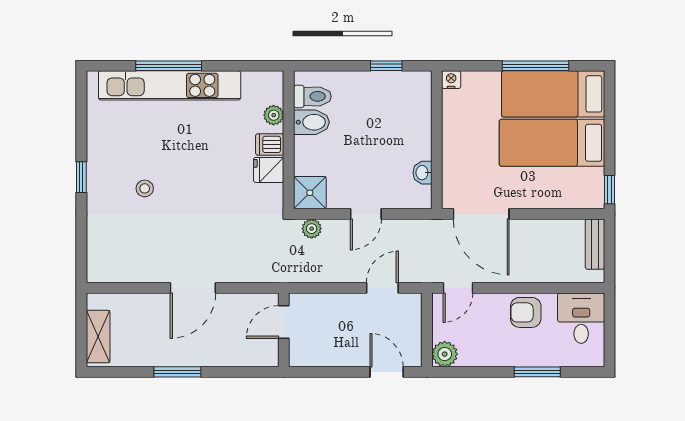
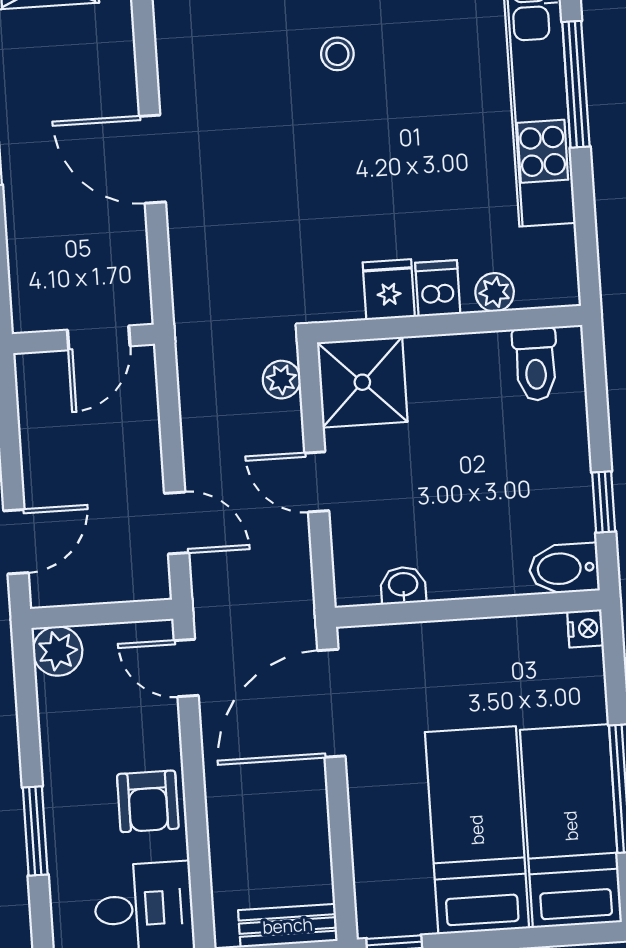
bidet: (312, 122) -> (564, 568), moved, turned 90
shower: (310, 193) -> (362, 382), width x1.36, depth x1.36
armchair: (526, 312) -> (148, 801), turned 180
door: (284, 322) -> (99, 338), swing flipped

